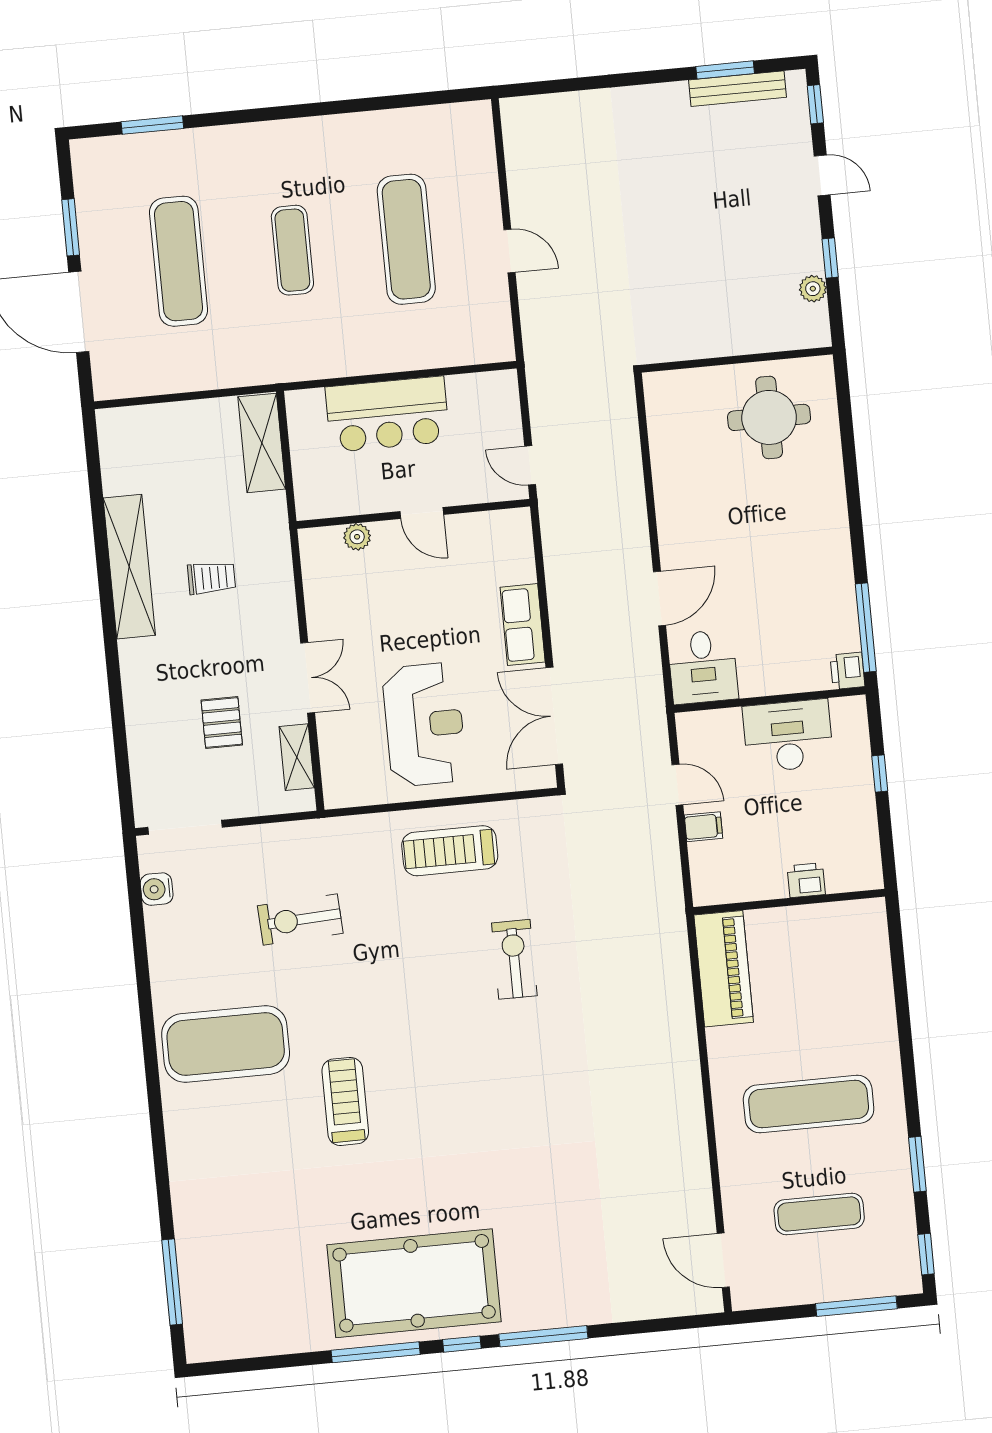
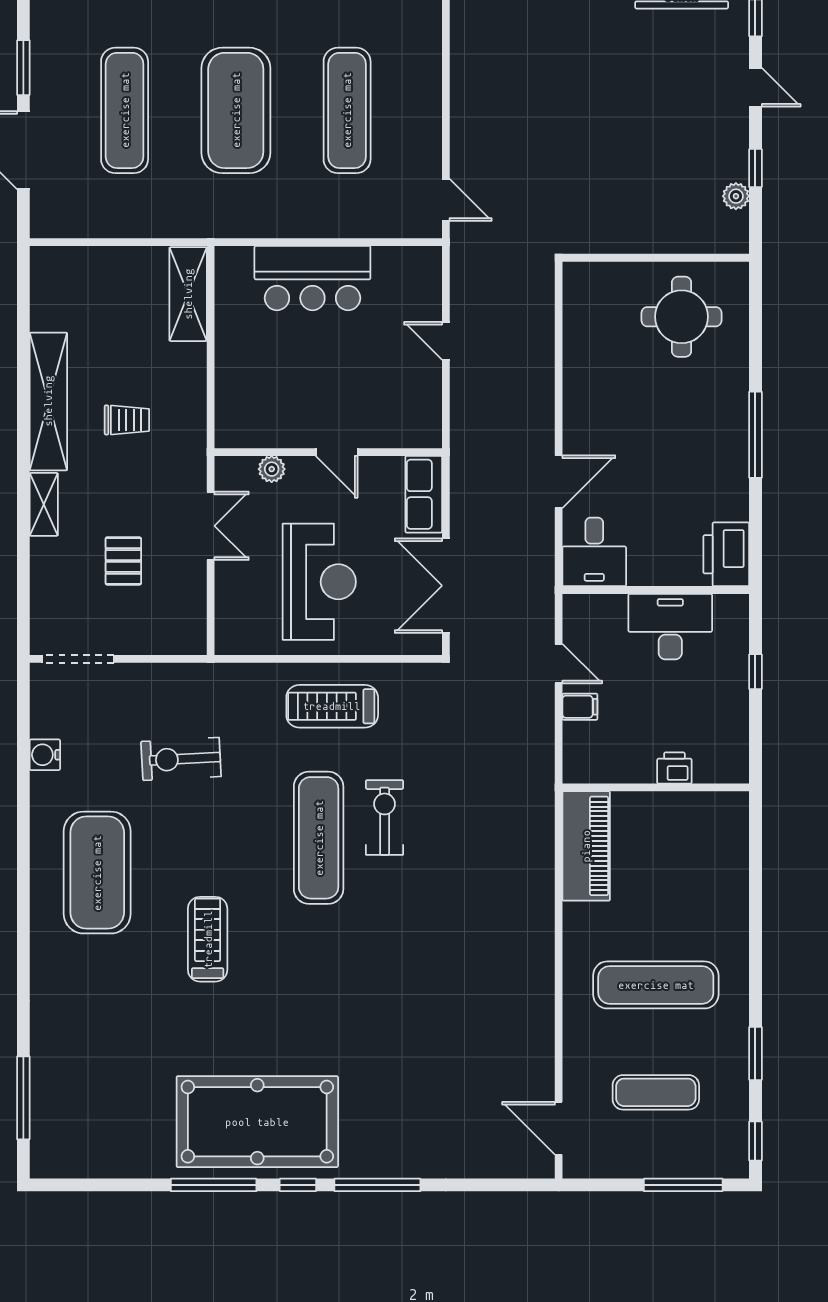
exercise mat: (292, 250) -> (236, 110), width x2.00, depth x1.45
door: (509, 251) -> (446, 200), moved
door: (422, 513) -> (337, 452), moved
wall: (413, 514) -> (328, 452), moved
plant: (357, 537) -> (272, 469), moved
window: (866, 628) -> (755, 435), moved
printer: (847, 671) -> (726, 554), width x1.87, depth x1.48
shelving: (297, 757) -> (44, 504), moved
water cooler: (157, 889) -> (45, 755), moved
exercise mat: (449, 987) -> (319, 838), added
exercise mat: (226, 1044) -> (97, 873), turned 90

